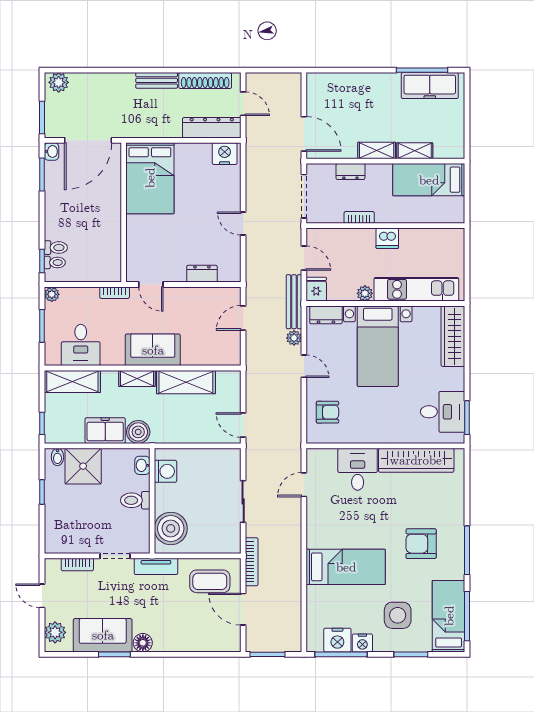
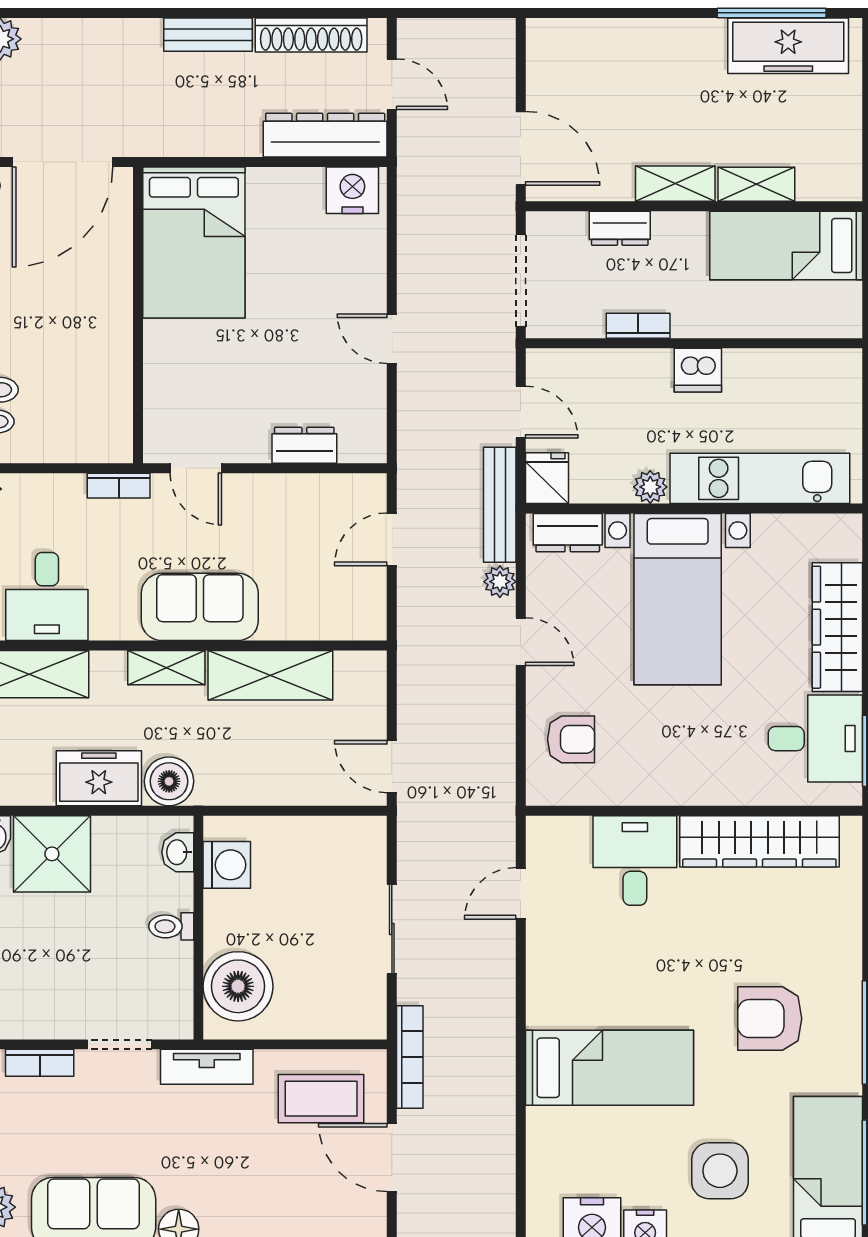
wardrobe: (453, 336) -> (837, 627), moved
toilet: (135, 500) -> (171, 926), width x0.73, depth x0.72

